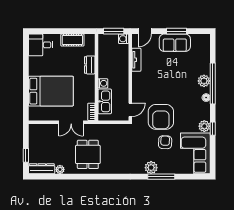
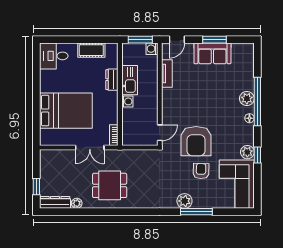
kitchen sink: (105, 101) -> (130, 80), moved
dining table: (88, 154) -> (110, 185), turned 90

